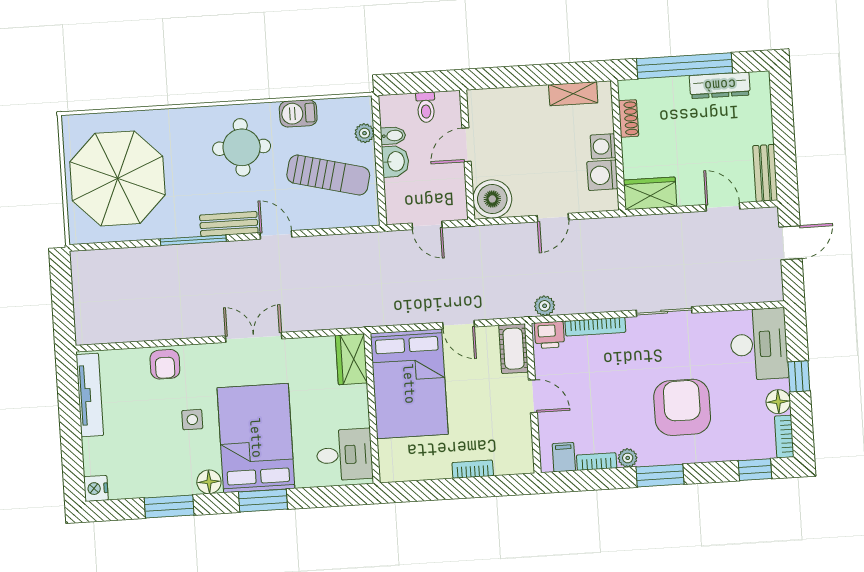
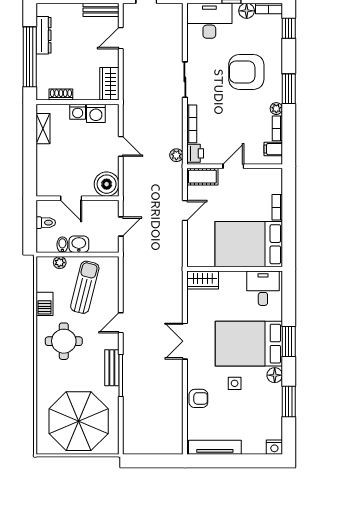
bench: (229, 224) -> (112, 368), moved
bed: (409, 384) -> (249, 244), moved, turned 180

